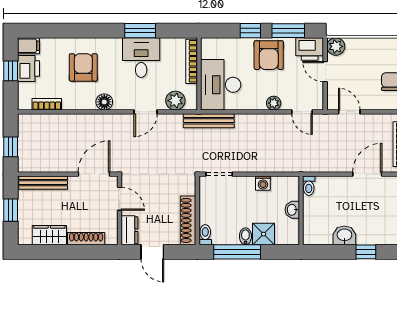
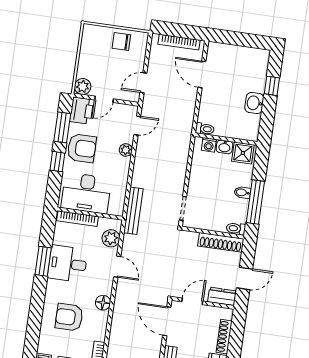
desk: (221, 85) -> (86, 193), moved
washing machine: (263, 183) -> (209, 145), moved, turned 90
shower: (264, 234) -> (243, 153), moved

